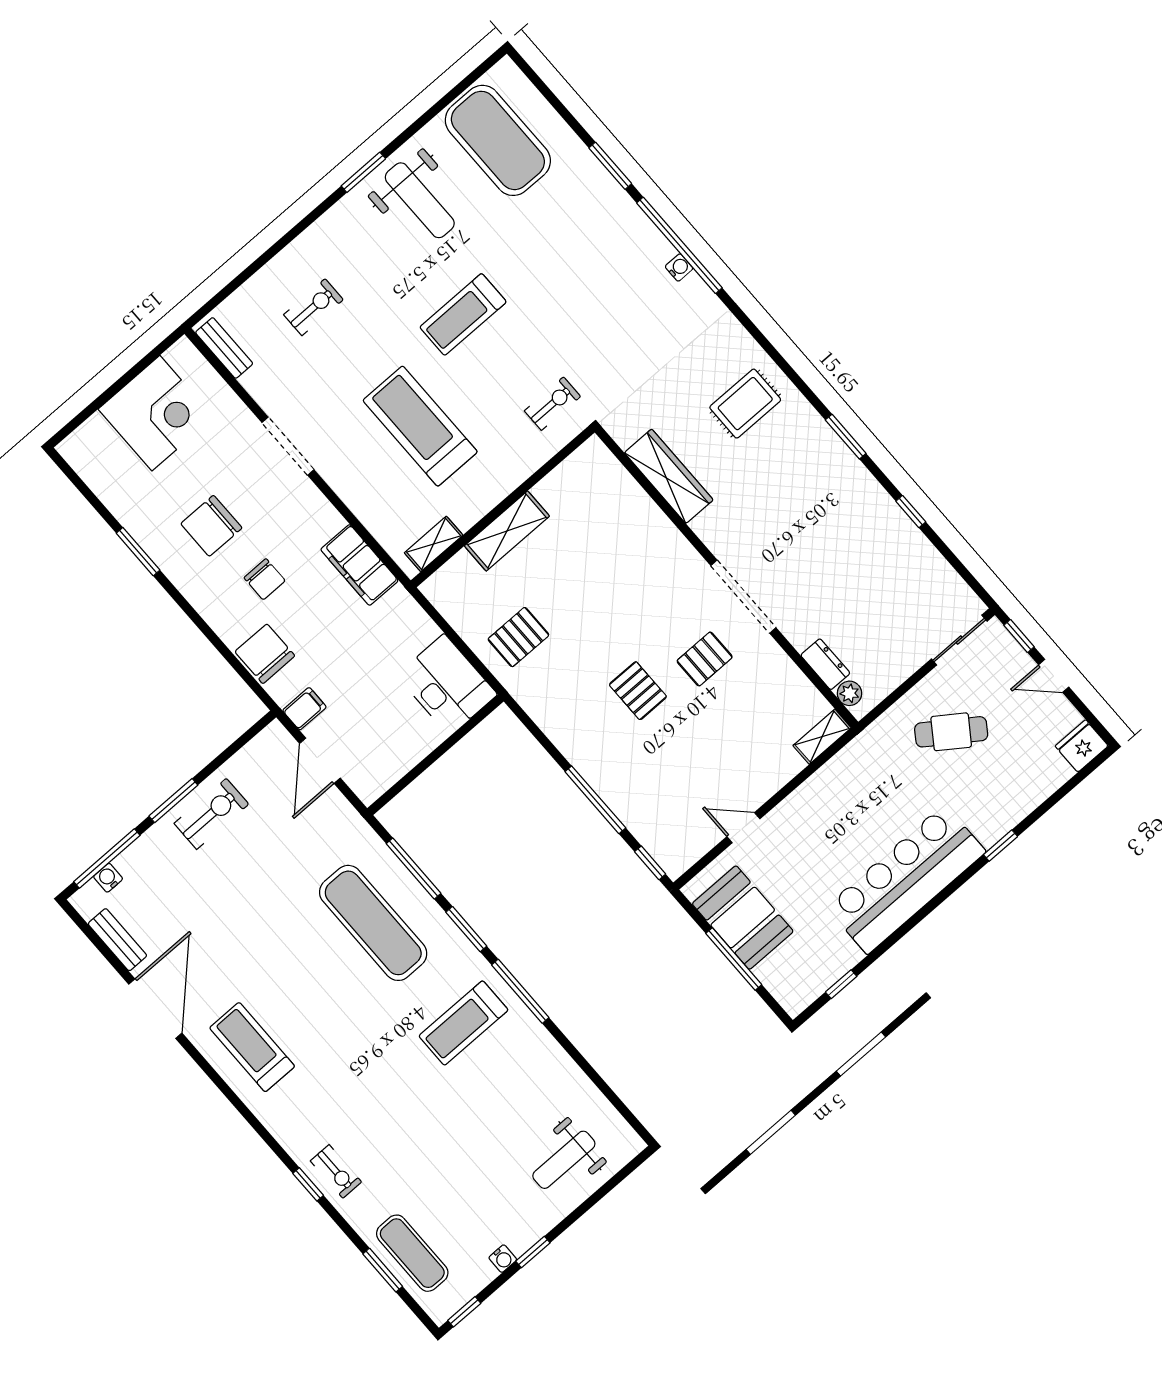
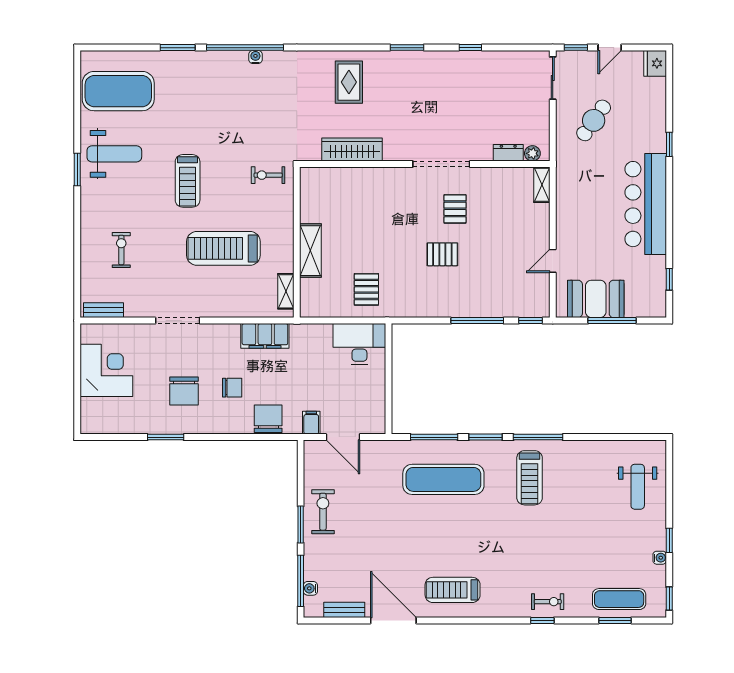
exercise bike: (553, 404) -> (268, 175), turned -90
chair: (265, 654) -> (268, 419), turned 90

